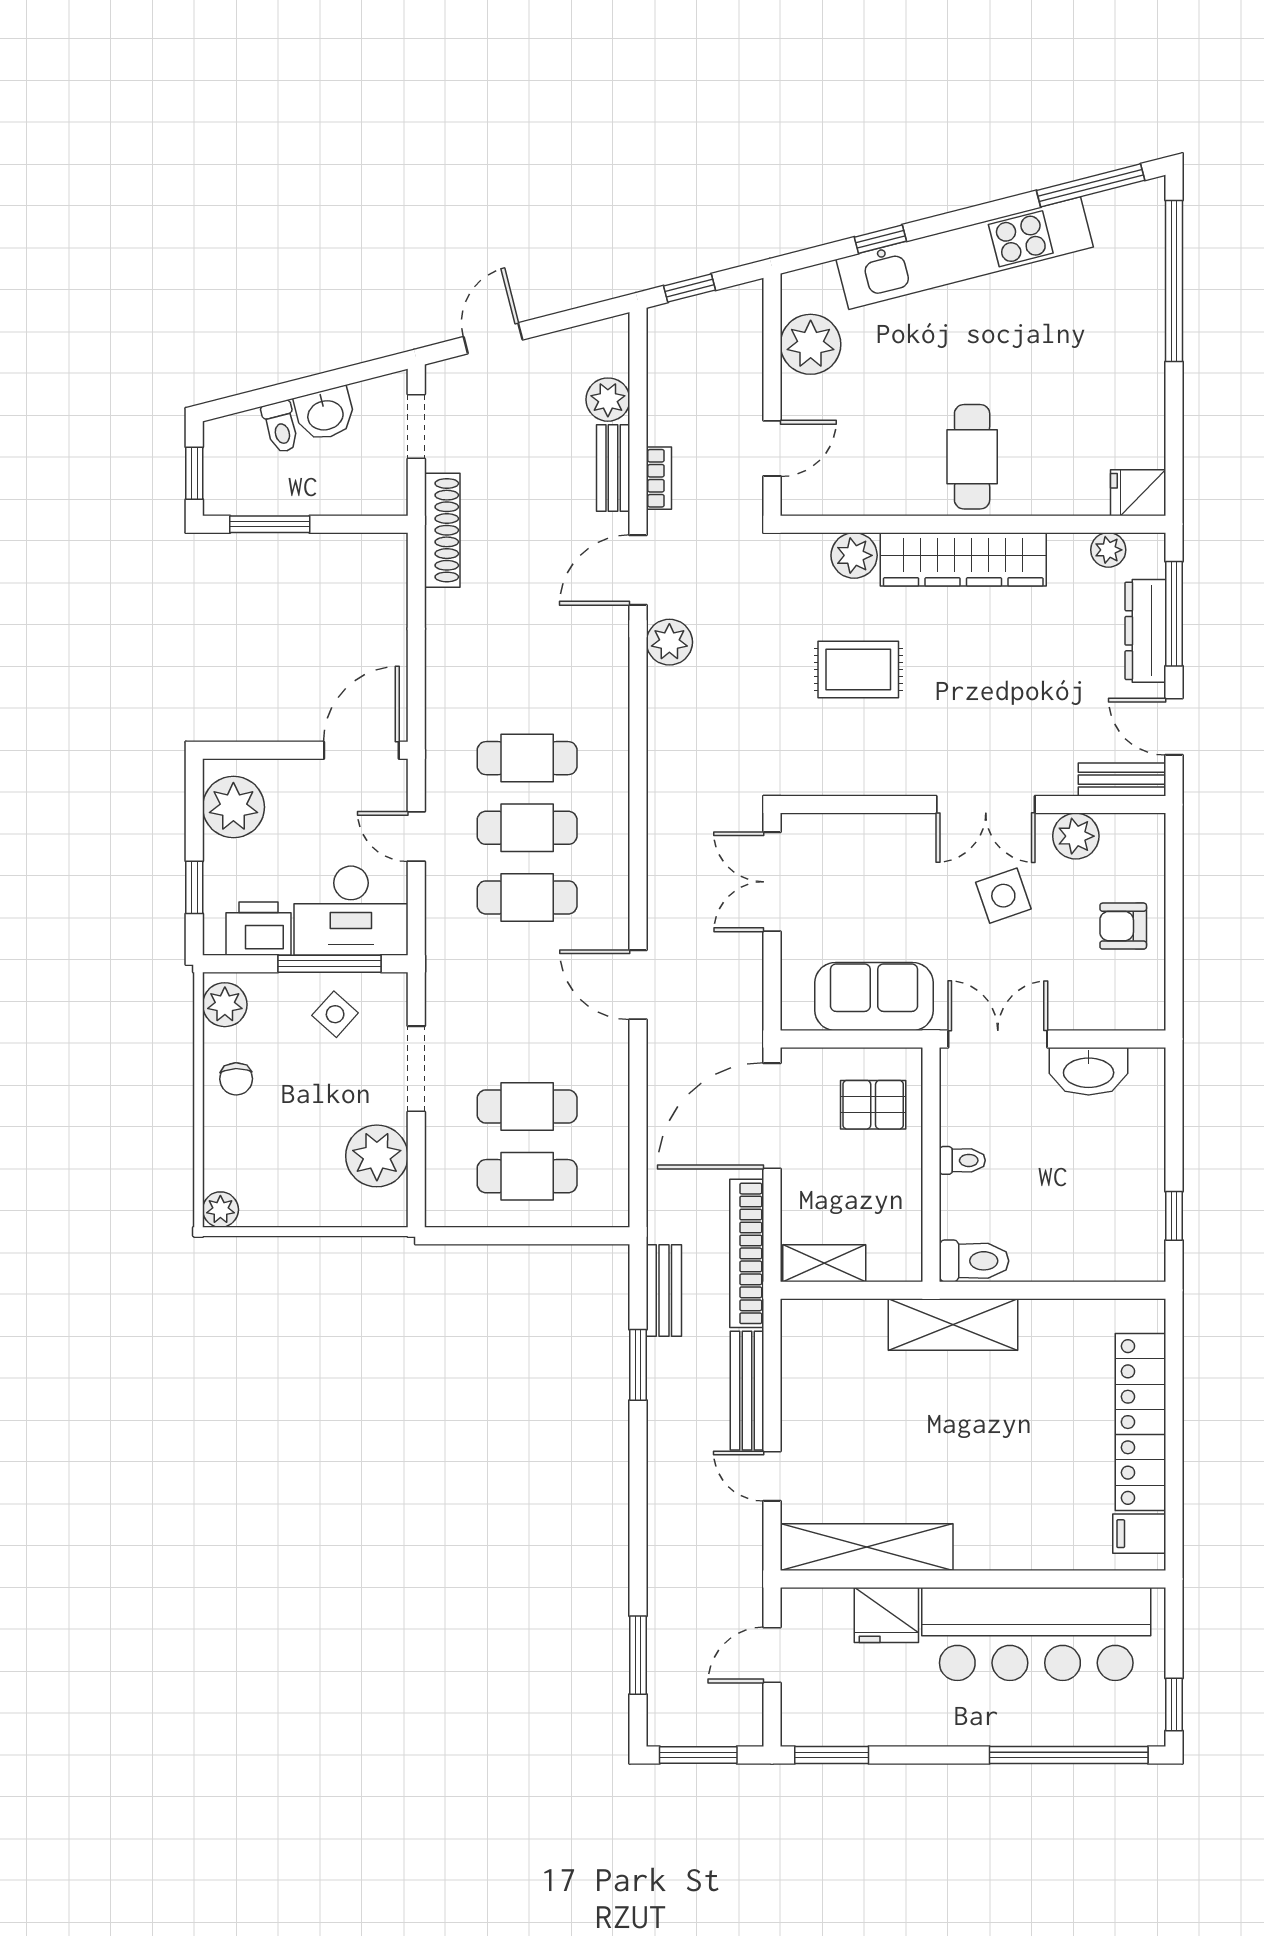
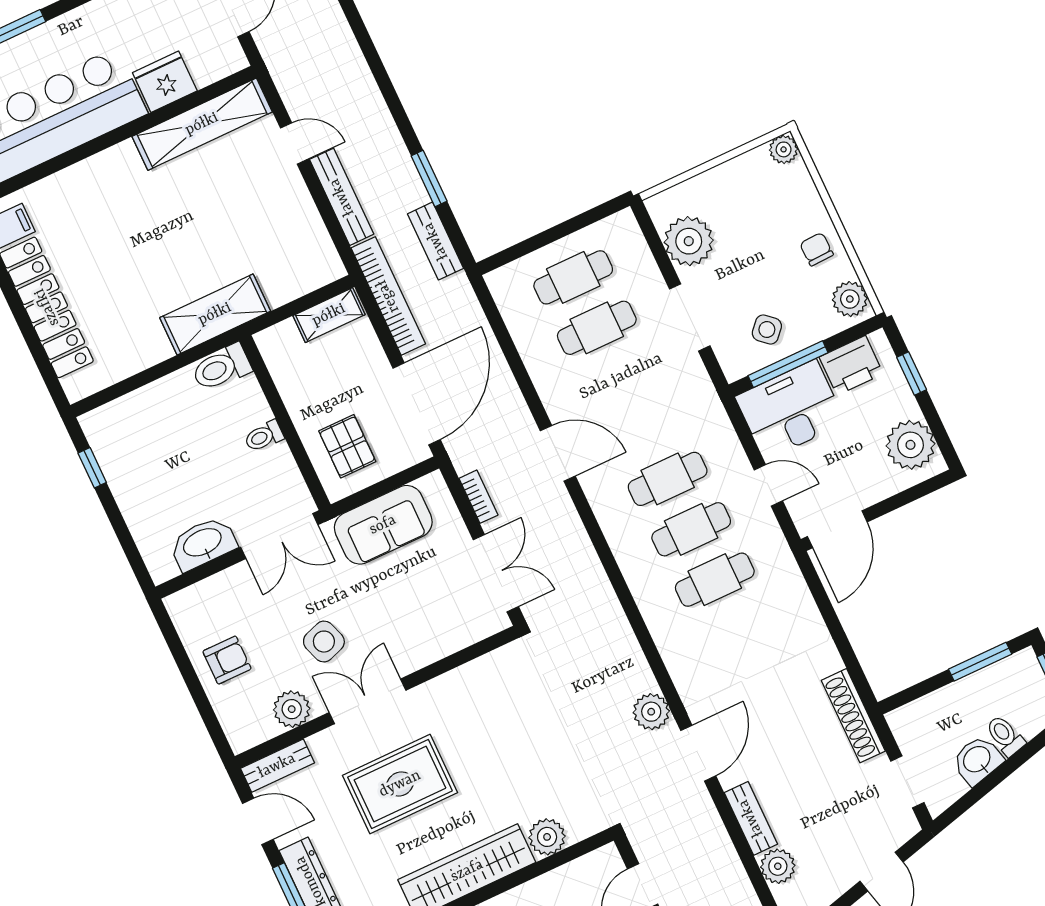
bookcase: (659, 478) -> (478, 497), moved, turned 180
rug: (858, 670) -> (400, 784), moved, width x1.36, depth x1.43
pallet: (873, 1105) -> (347, 446), turned 90

